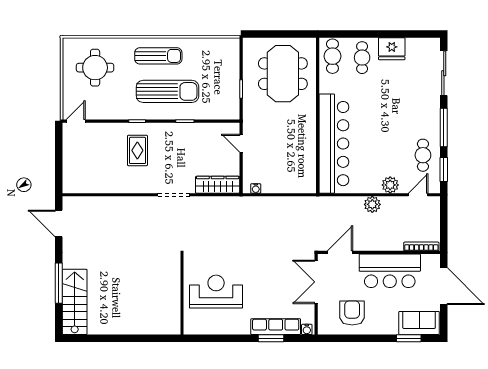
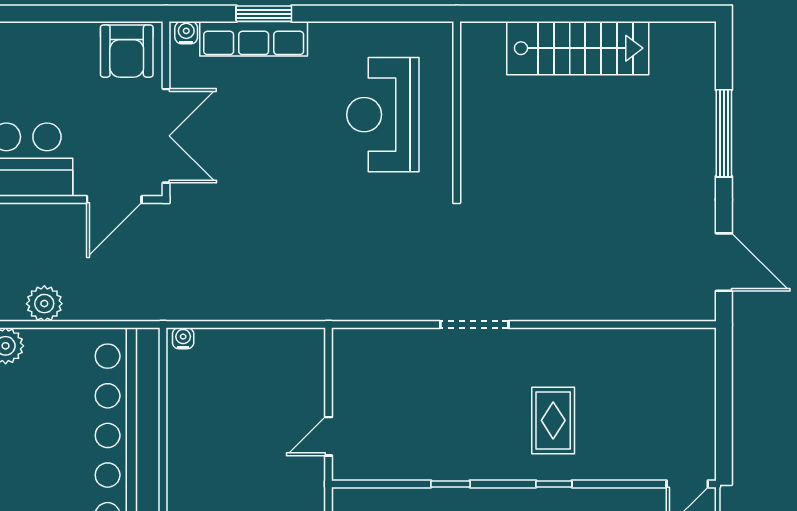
door: (241, 143) -> (329, 436), swing flipped
wardrobe: (218, 185) -> (379, 346), removed
water cooler: (256, 188) -> (183, 338), moved
reception desk: (216, 292) -> (383, 115), turned 90
stairs: (75, 302) -> (578, 48), moved, turned -90
armchair: (352, 313) -> (127, 51), moved

